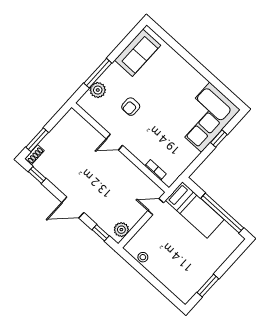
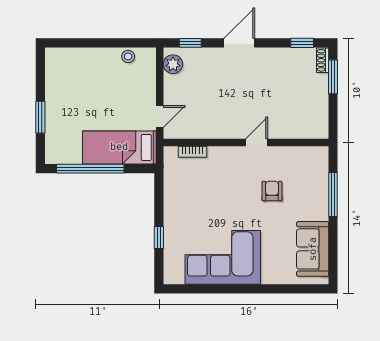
plant: (98, 90) -> (318, 178), removed
corner sofa: (206, 117) -> (223, 257), moved, turned -90
window: (208, 286) -> (40, 117), moved

